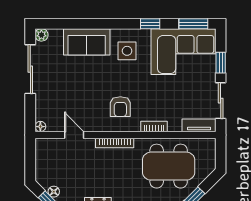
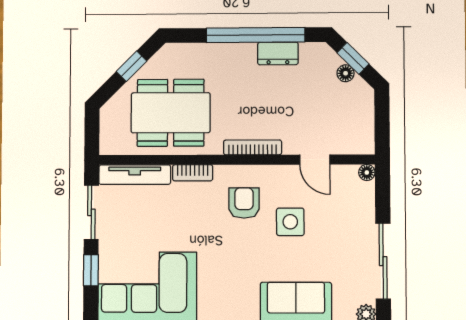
side table: (127, 51) -> (290, 222), moved
tv unit: (199, 125) -> (135, 175), width x1.41

